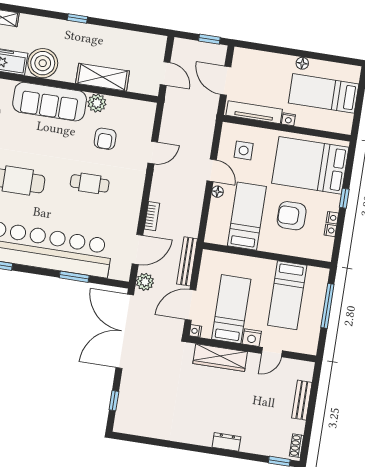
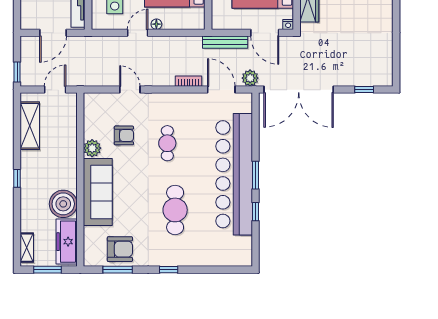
window: (209, 39) -> (17, 72), moved
shelving: (103, 77) -> (30, 126), moved
window: (74, 277) -> (256, 175), moved

